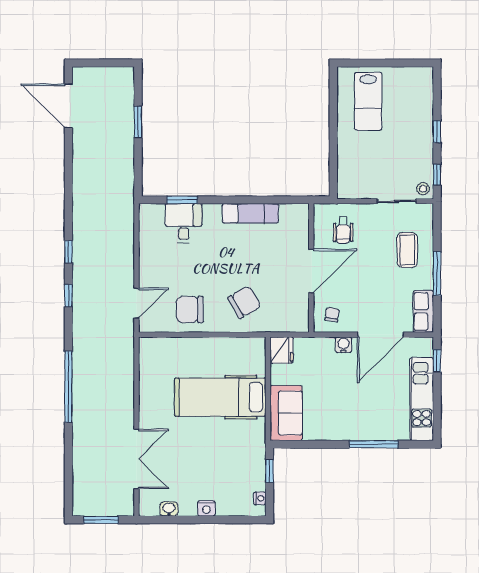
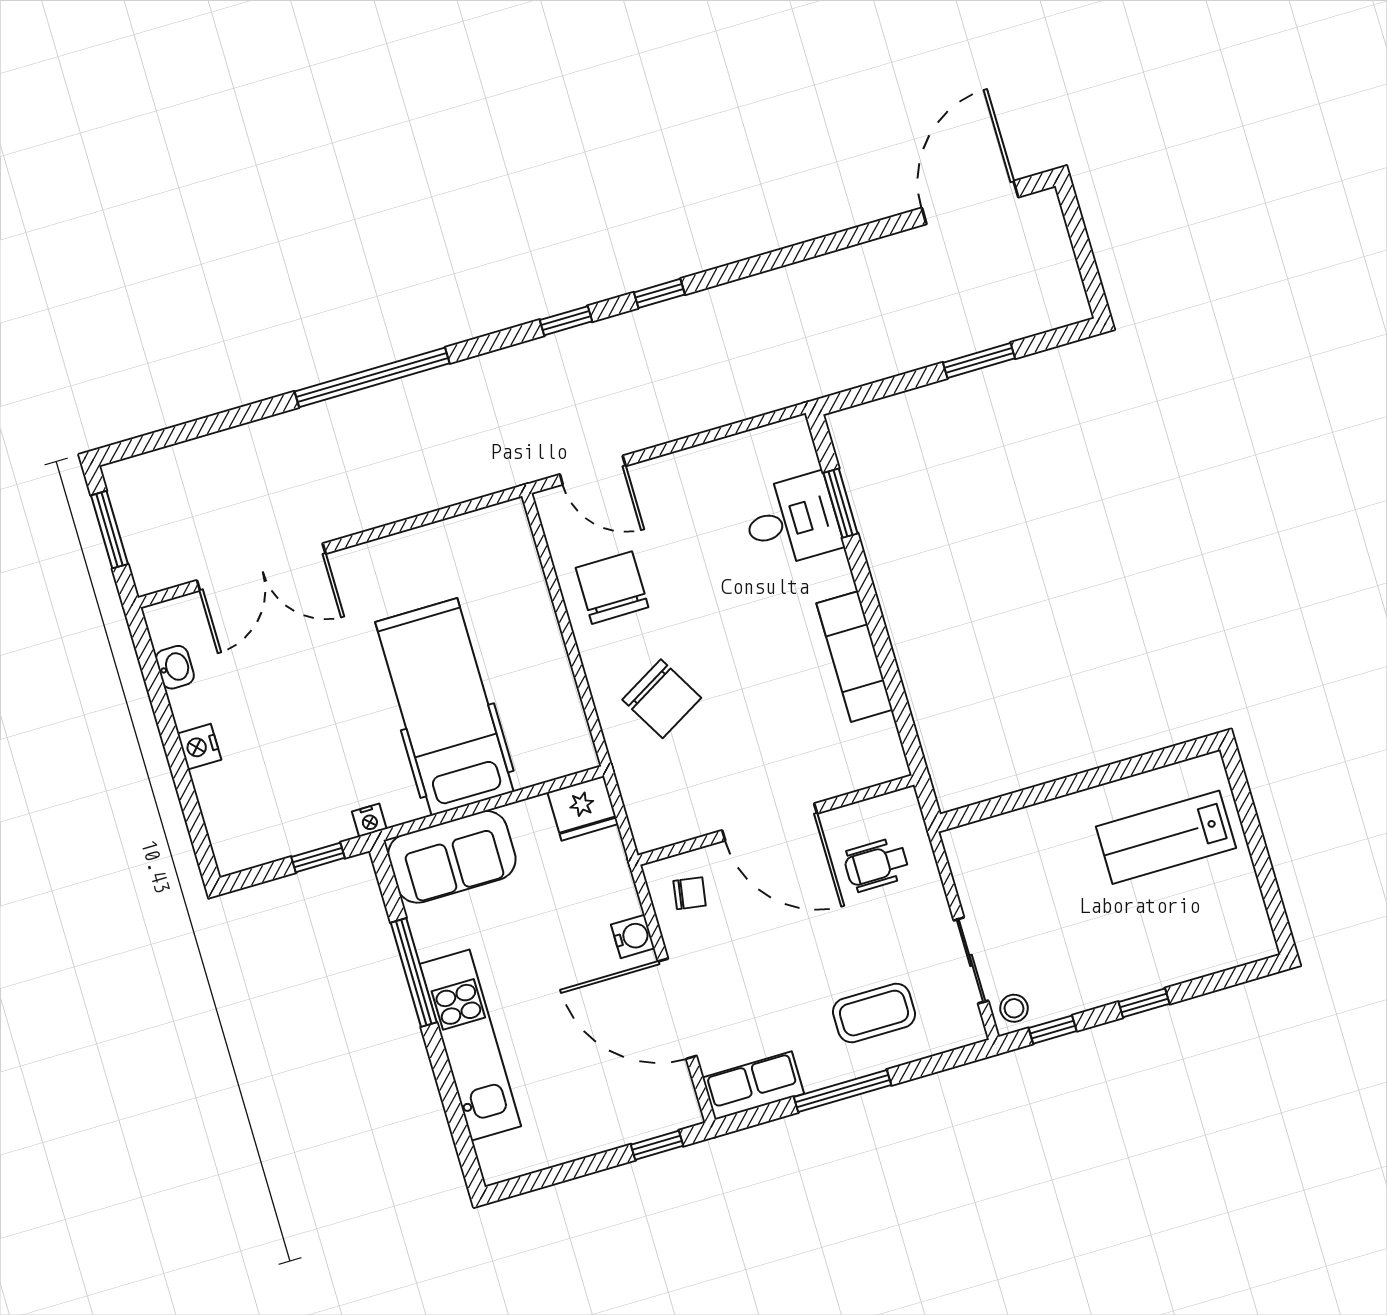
kitchen unit: (422, 399) -> (470, 1045), moved, turned 90
window: (374, 444) -> (414, 972), moved
nightstand: (260, 498) -> (369, 820), moved

